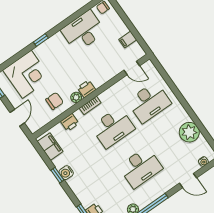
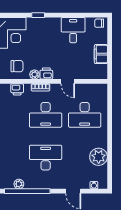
desk: (83, 31) -> (73, 30), width x0.73
filing cabinet: (128, 40) -> (101, 54), width x2.00
door: (132, 68) -> (68, 81), moved
desk: (141, 167) -> (46, 158), turned 180

